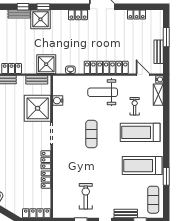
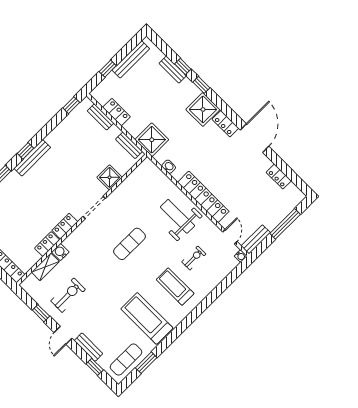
shower: (40, 19) -> (203, 109), moved
window: (166, 37) -> (285, 224), width x1.44
bench: (159, 52) -> (256, 239), moved
shelving: (158, 95) -> (45, 267), moved
water cooler: (58, 101) -> (60, 252), moved
shower: (38, 108) -> (110, 177), width x0.54, depth x0.54
treadmill: (140, 132) -> (175, 287), width x0.73, depth x0.73
window: (166, 176) -> (146, 363), moved

